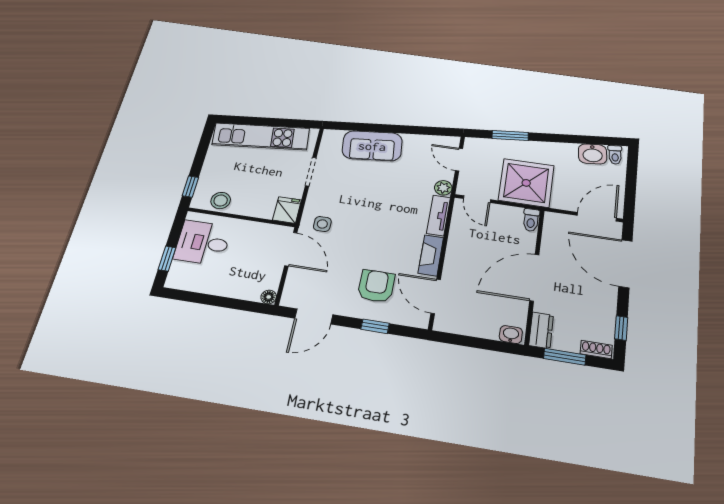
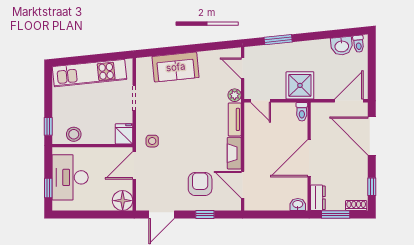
shower: (526, 183) -> (300, 85), width x0.73, depth x0.73
desk: (203, 243) -> (70, 177), width x1.37
door: (291, 249) -> (134, 165), swing flipped
floor lamp: (269, 297) -> (123, 201), width x1.89, depth x1.89

